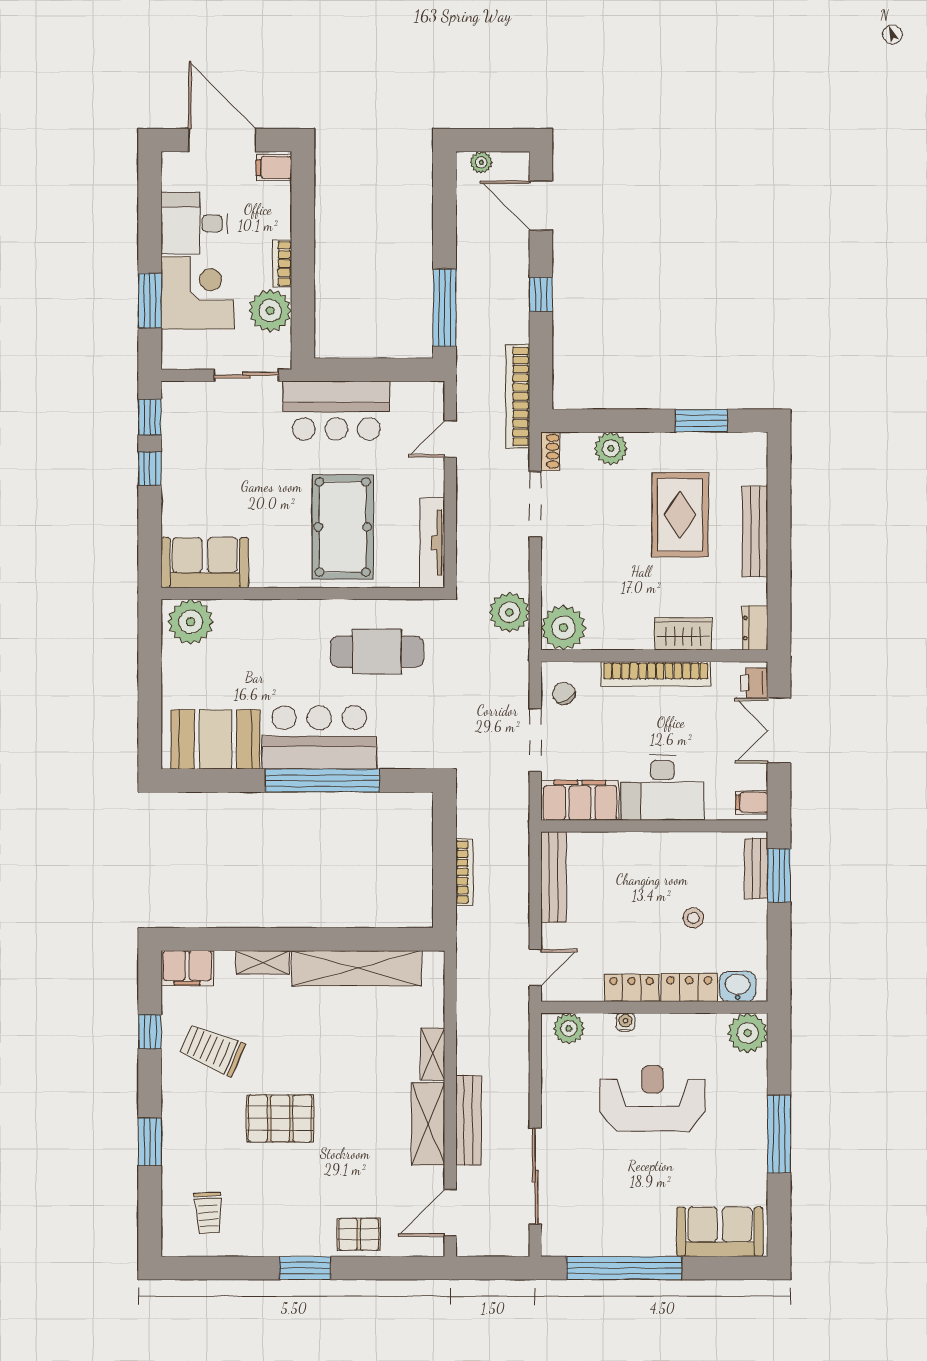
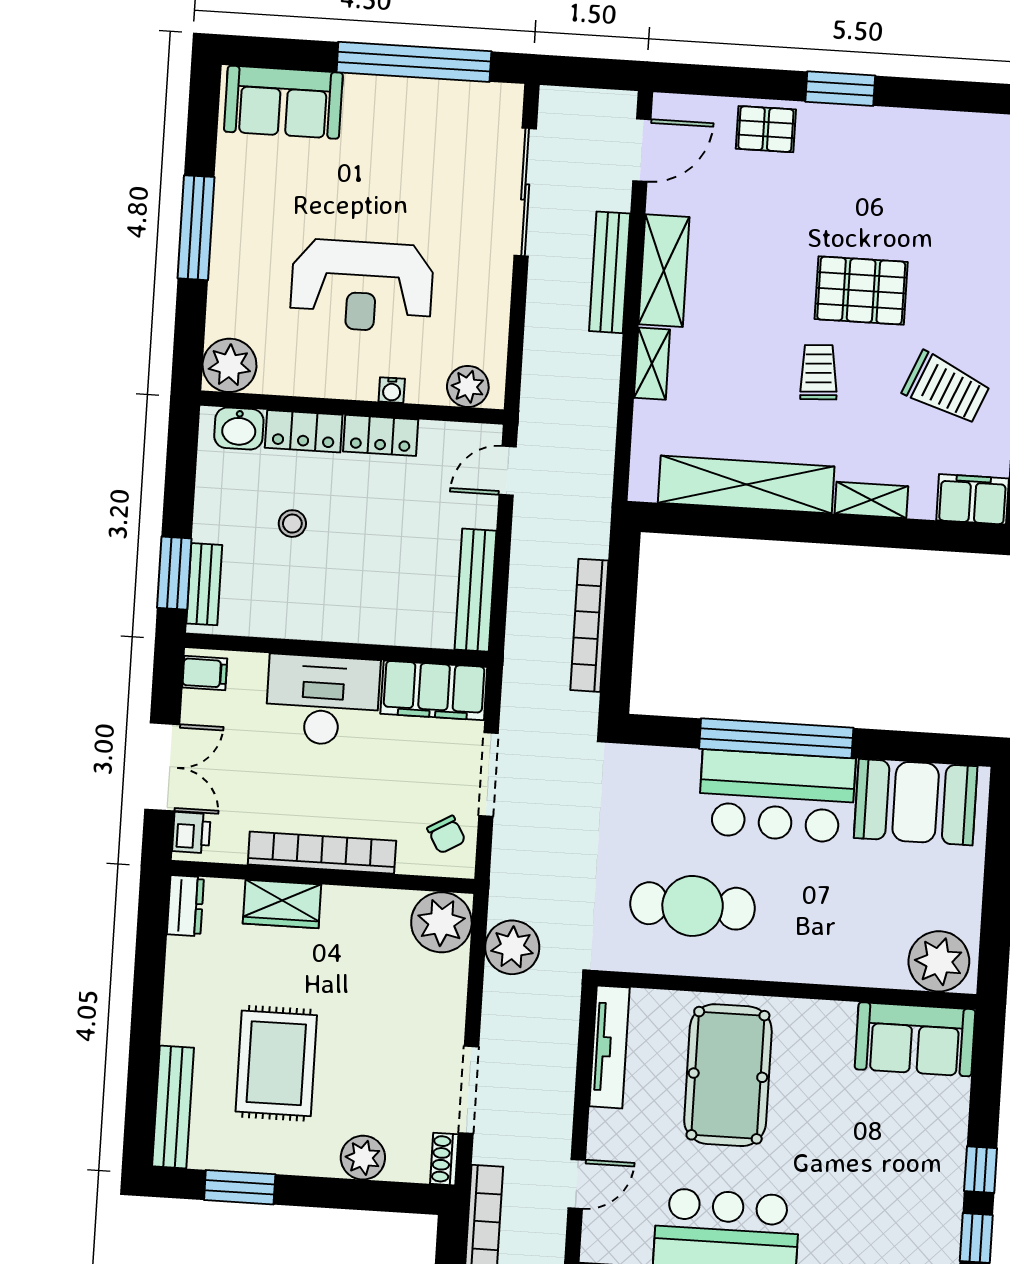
bench: (755, 531) -> (173, 1107), moved
bookcase: (464, 872) -> (589, 625), width x1.48, depth x1.31
trolley: (208, 1213) -> (819, 372), moved

